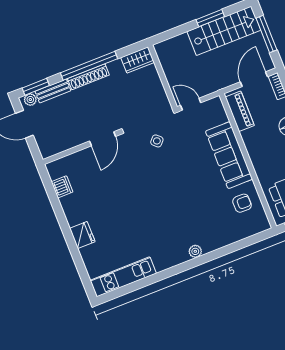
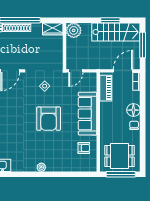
plant: (166, 51) -> (74, 30), added
door: (191, 104) -> (76, 71), swing flipped
armchair: (179, 182) -> (49, 119), added

